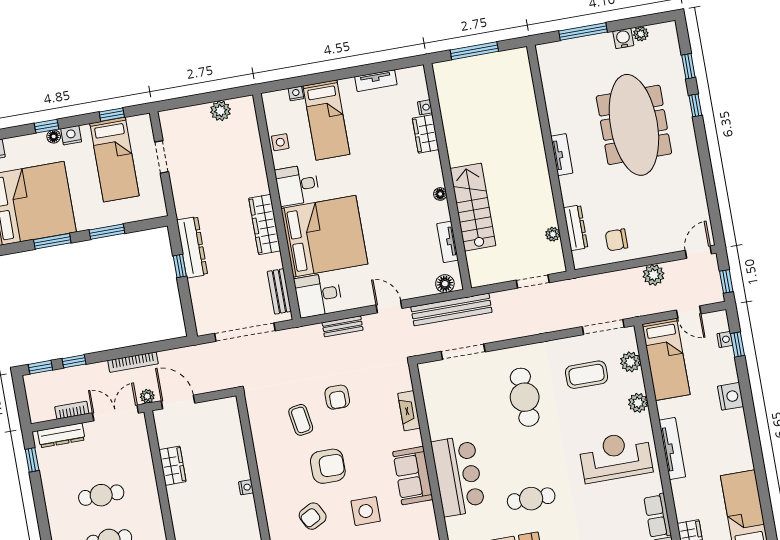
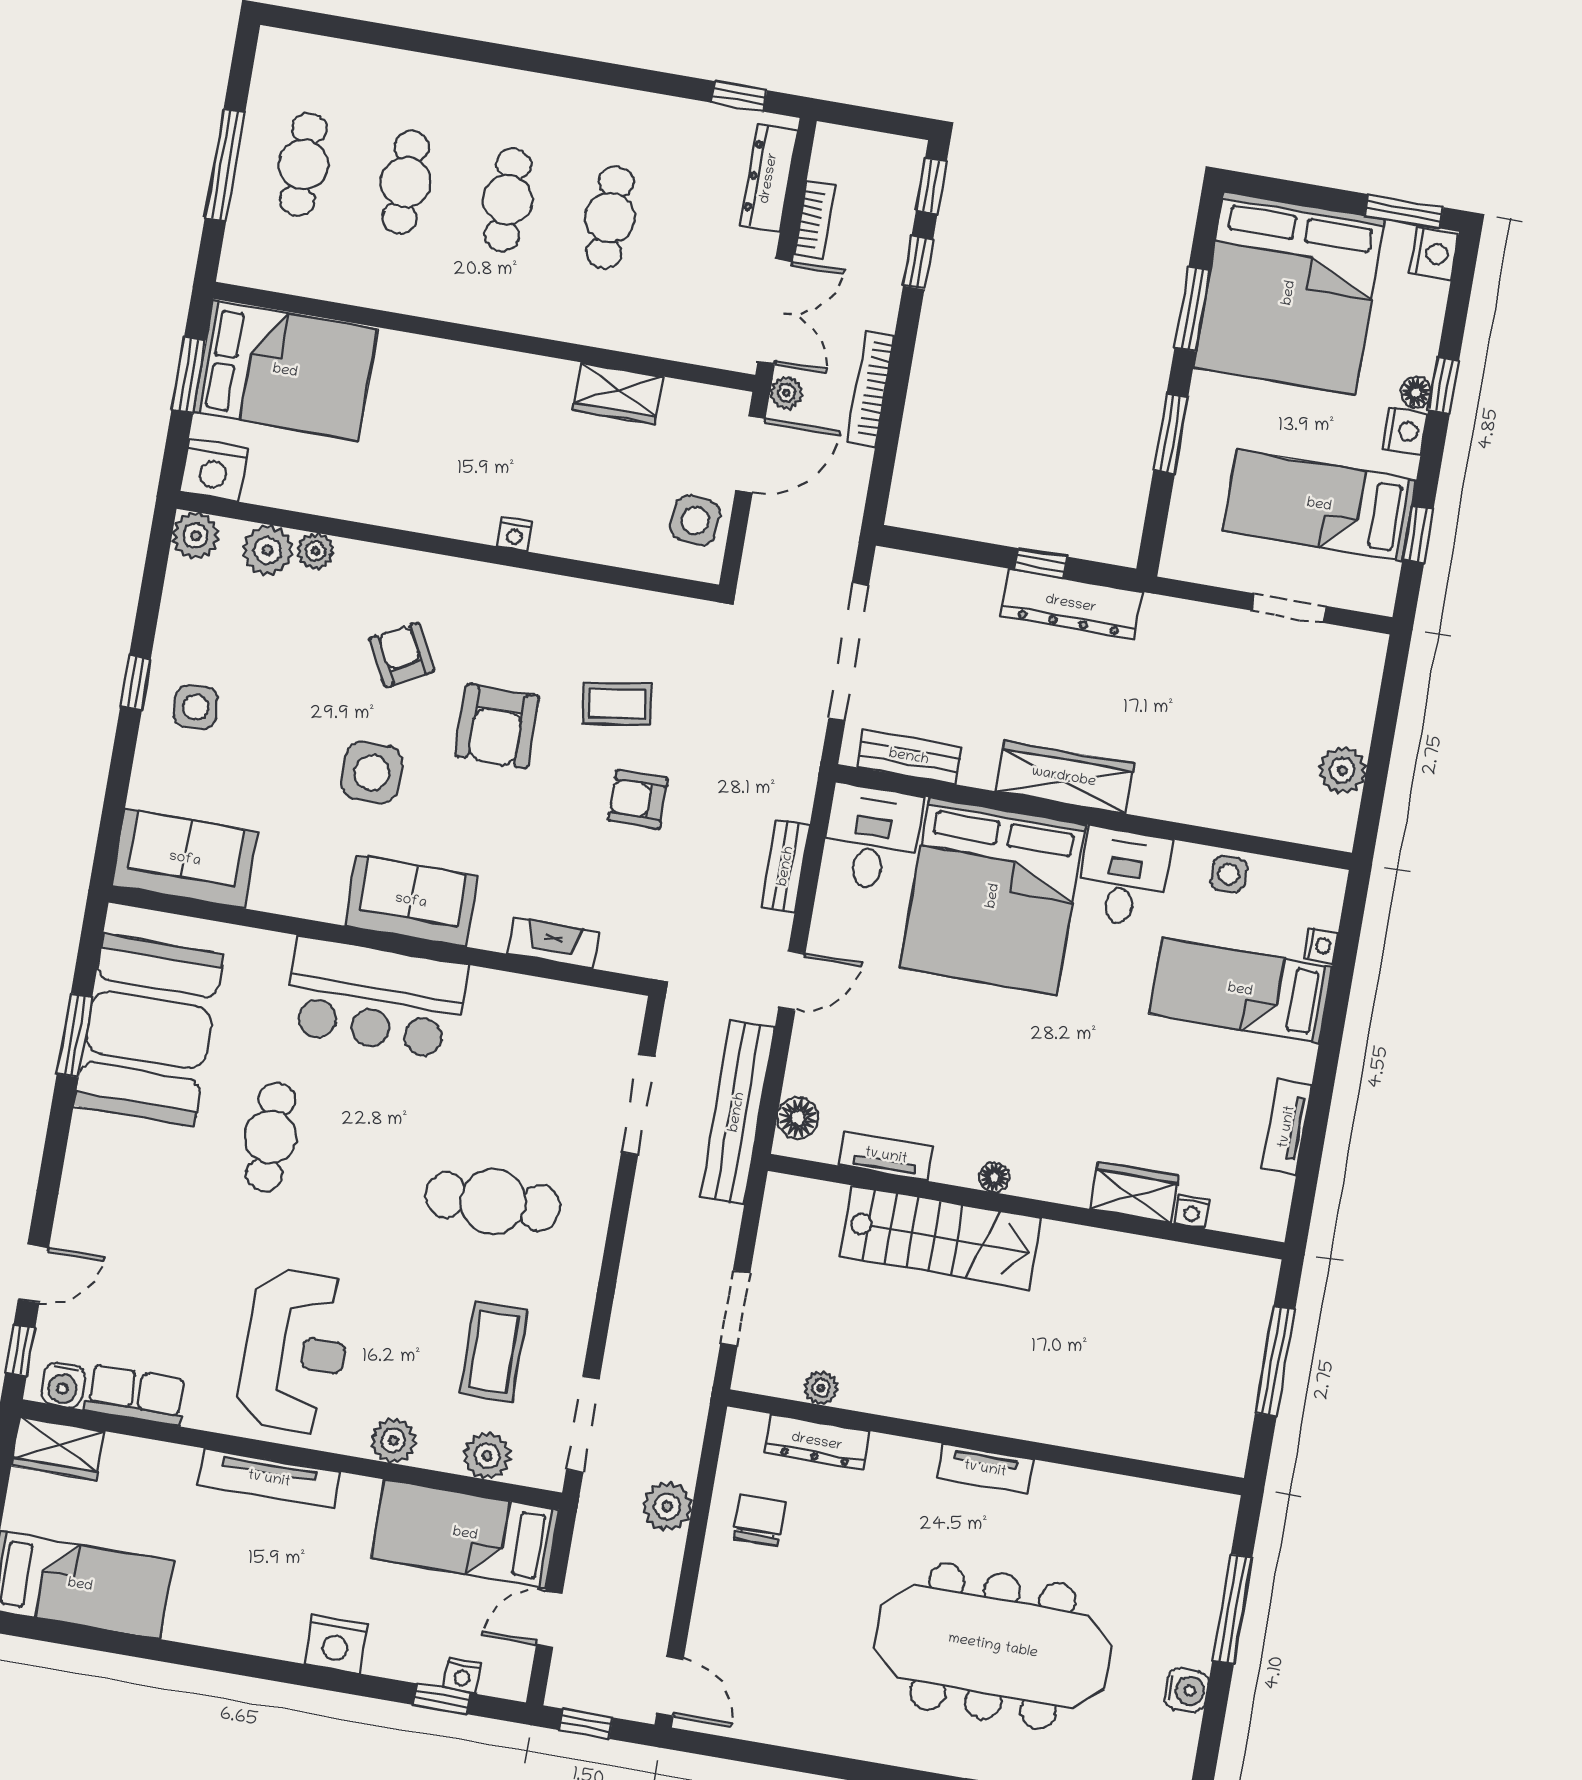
plant: (641, 34) -> (1183, 1731), removed
plant: (654, 275) -> (667, 1506), moved
side table: (213, 415) -> (695, 520), added

